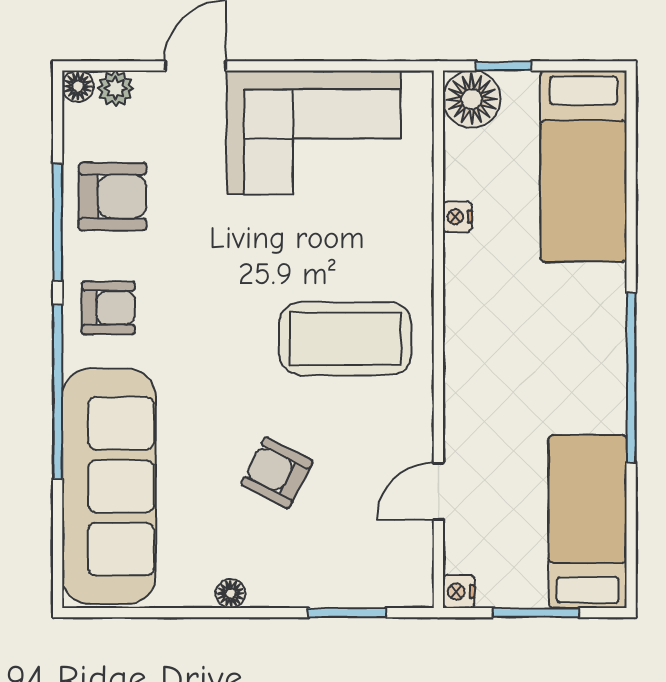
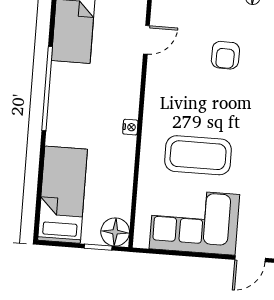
nightstand: (457, 217) -> (130, 127), moved
coffee table: (345, 339) -> (198, 155), moved
armchair: (277, 473) -> (225, 55), turned 64

